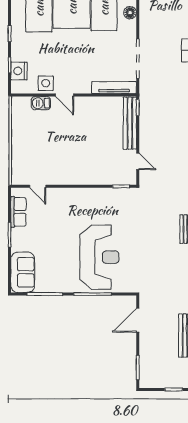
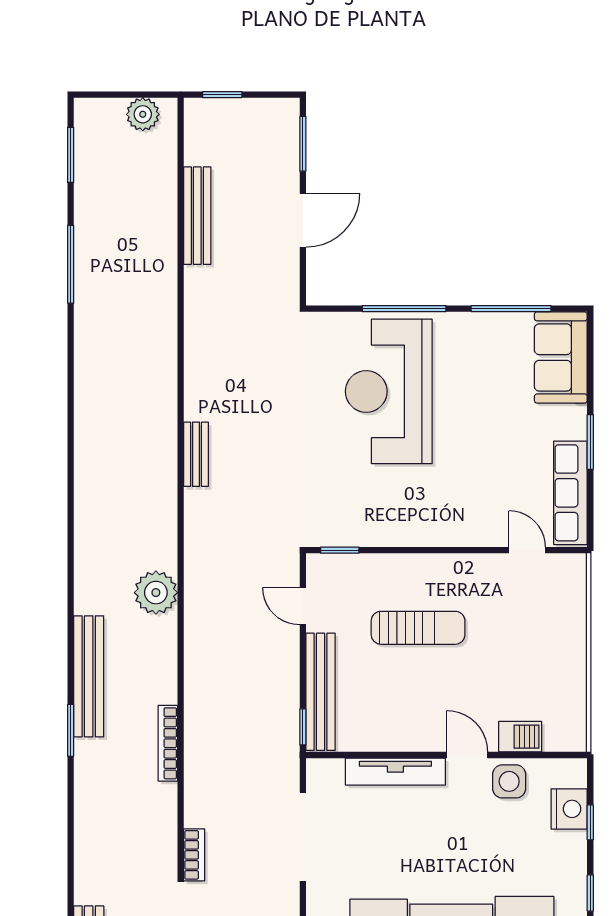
tv unit: (114, 88) -> (395, 772), moved
sun lounger: (86, 152) -> (418, 628), added
row of seats: (18, 212) -> (570, 493), width x1.48
door: (138, 320) -> (303, 220), moved

